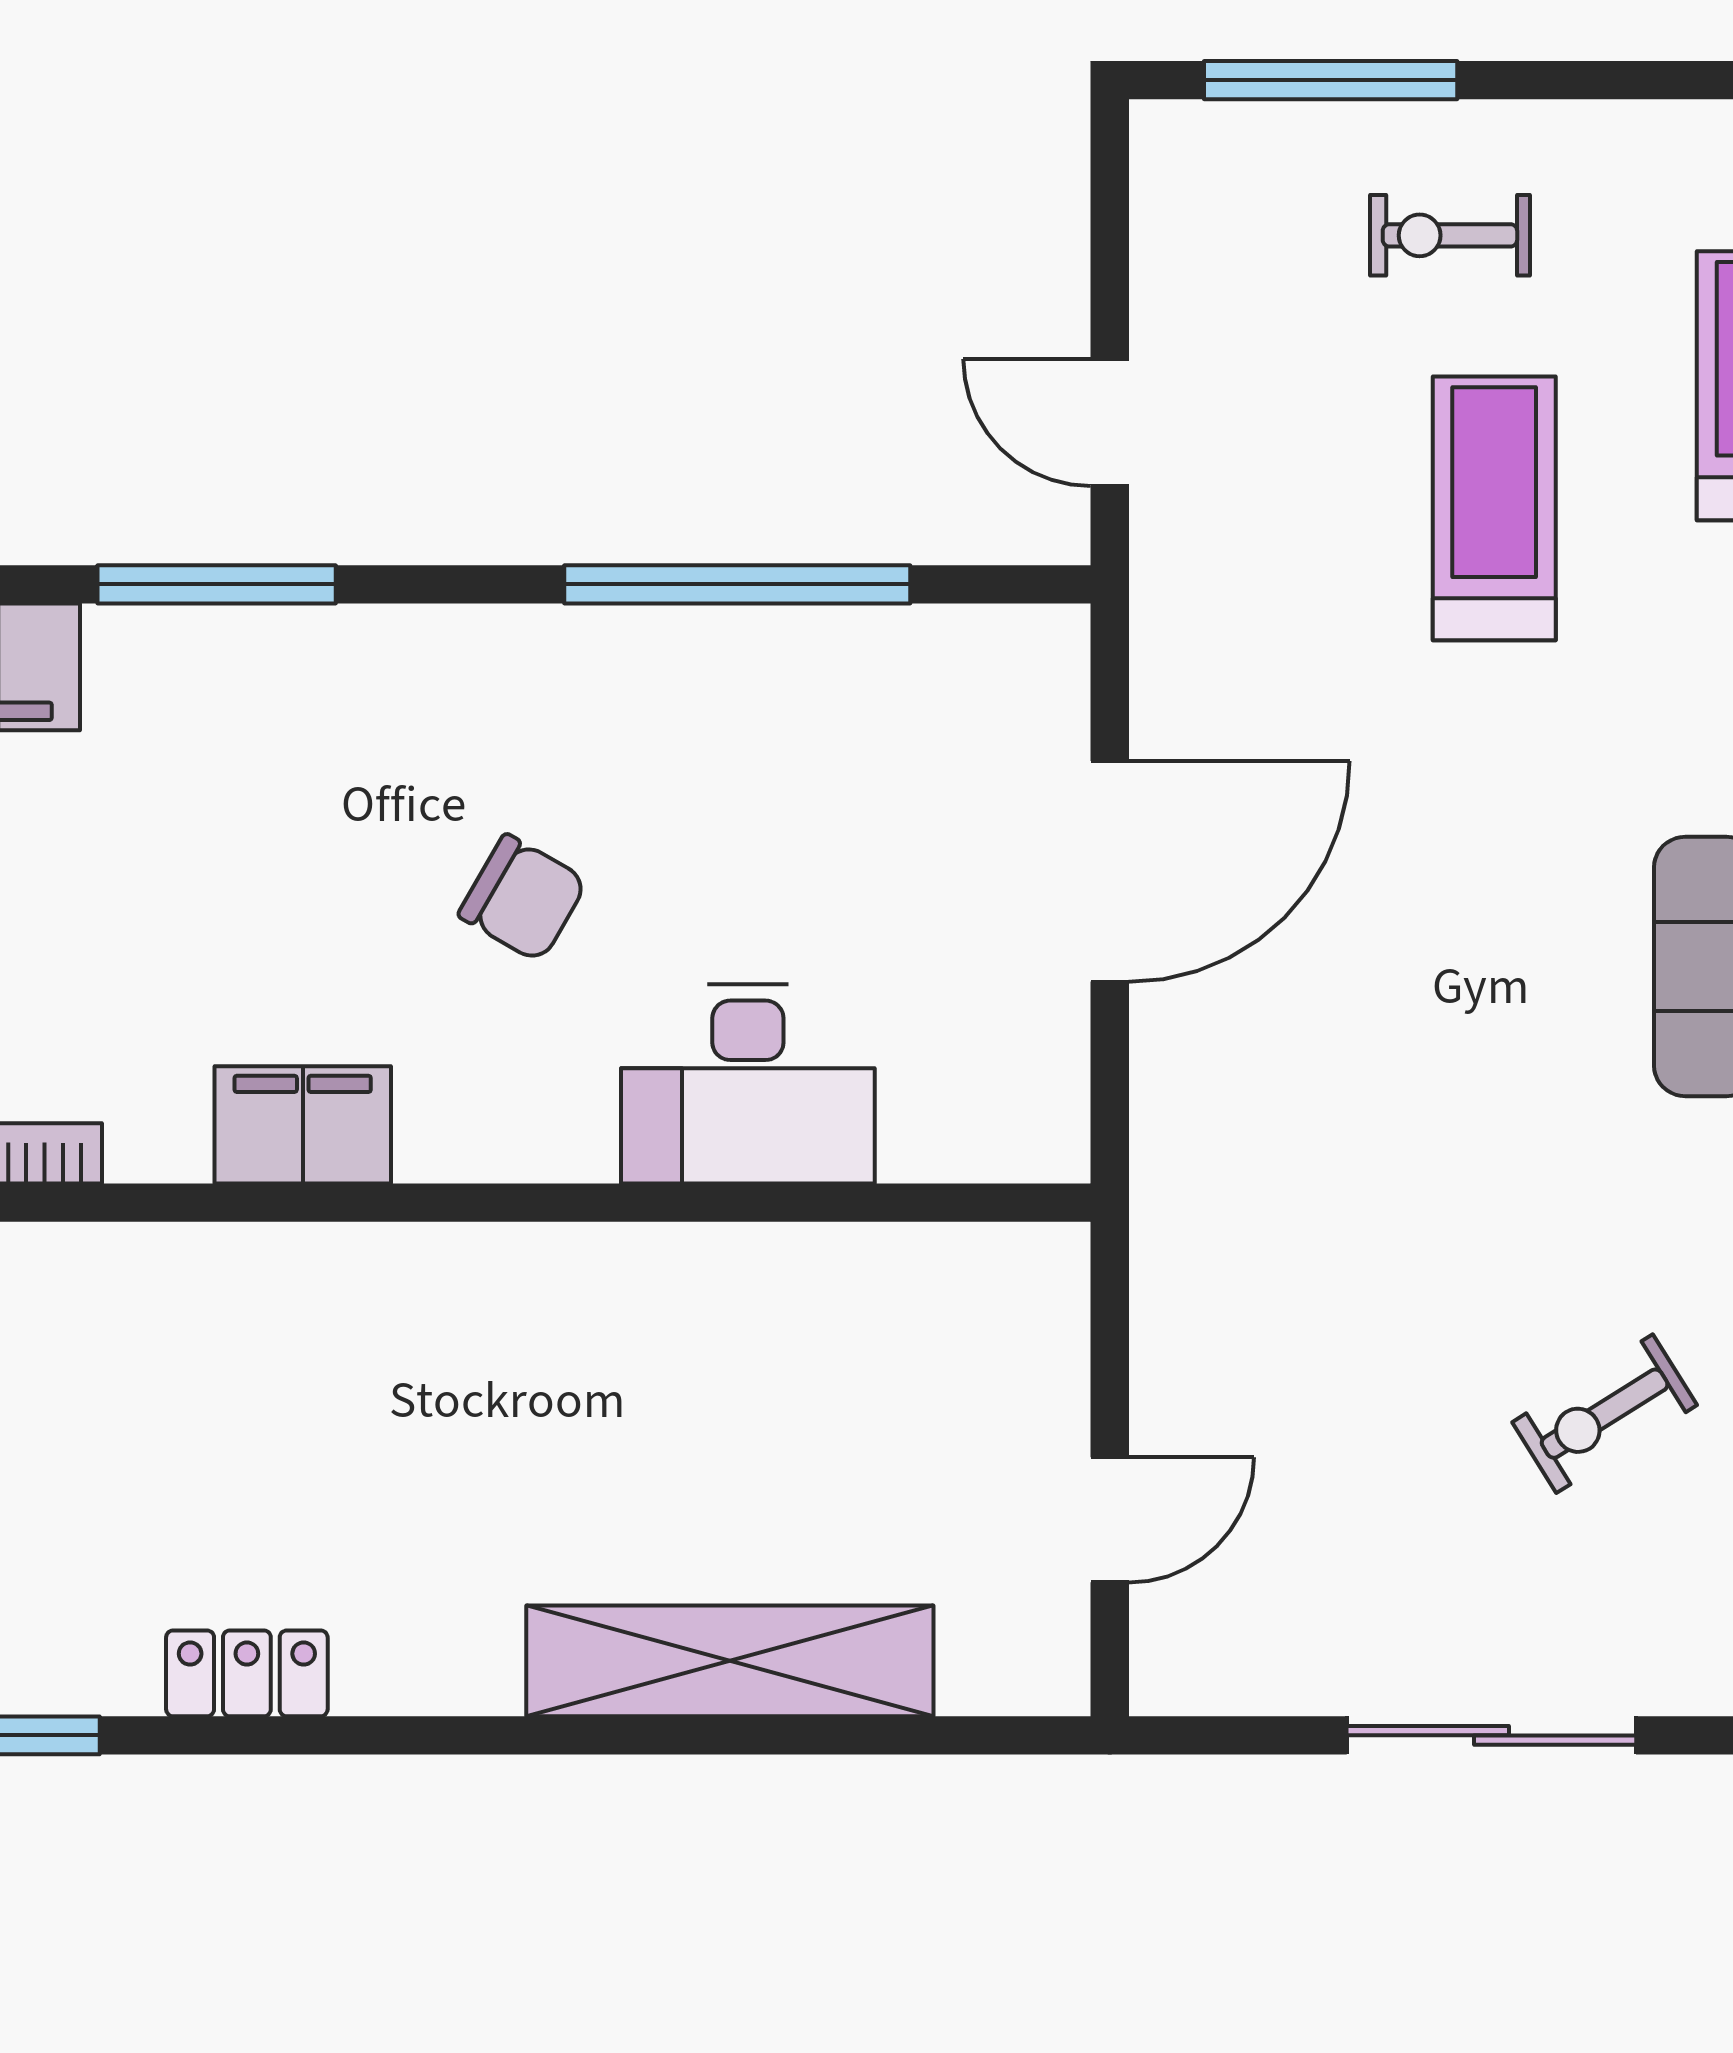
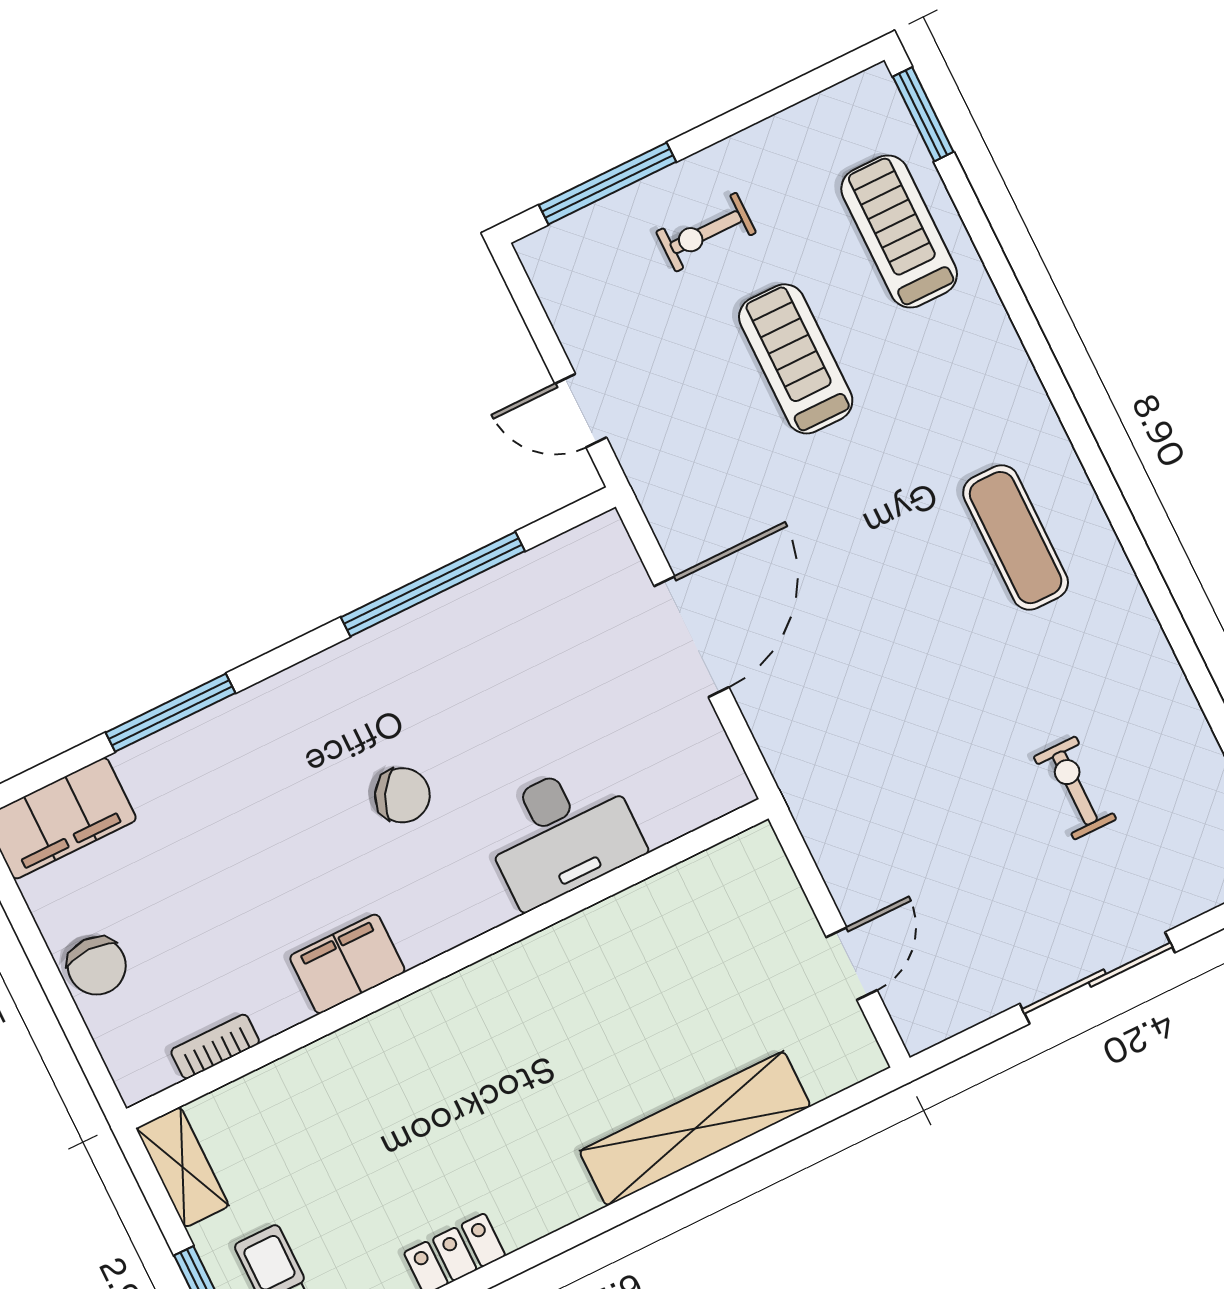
exercise bike: (1605, 1414) -> (1075, 788), turned 122

